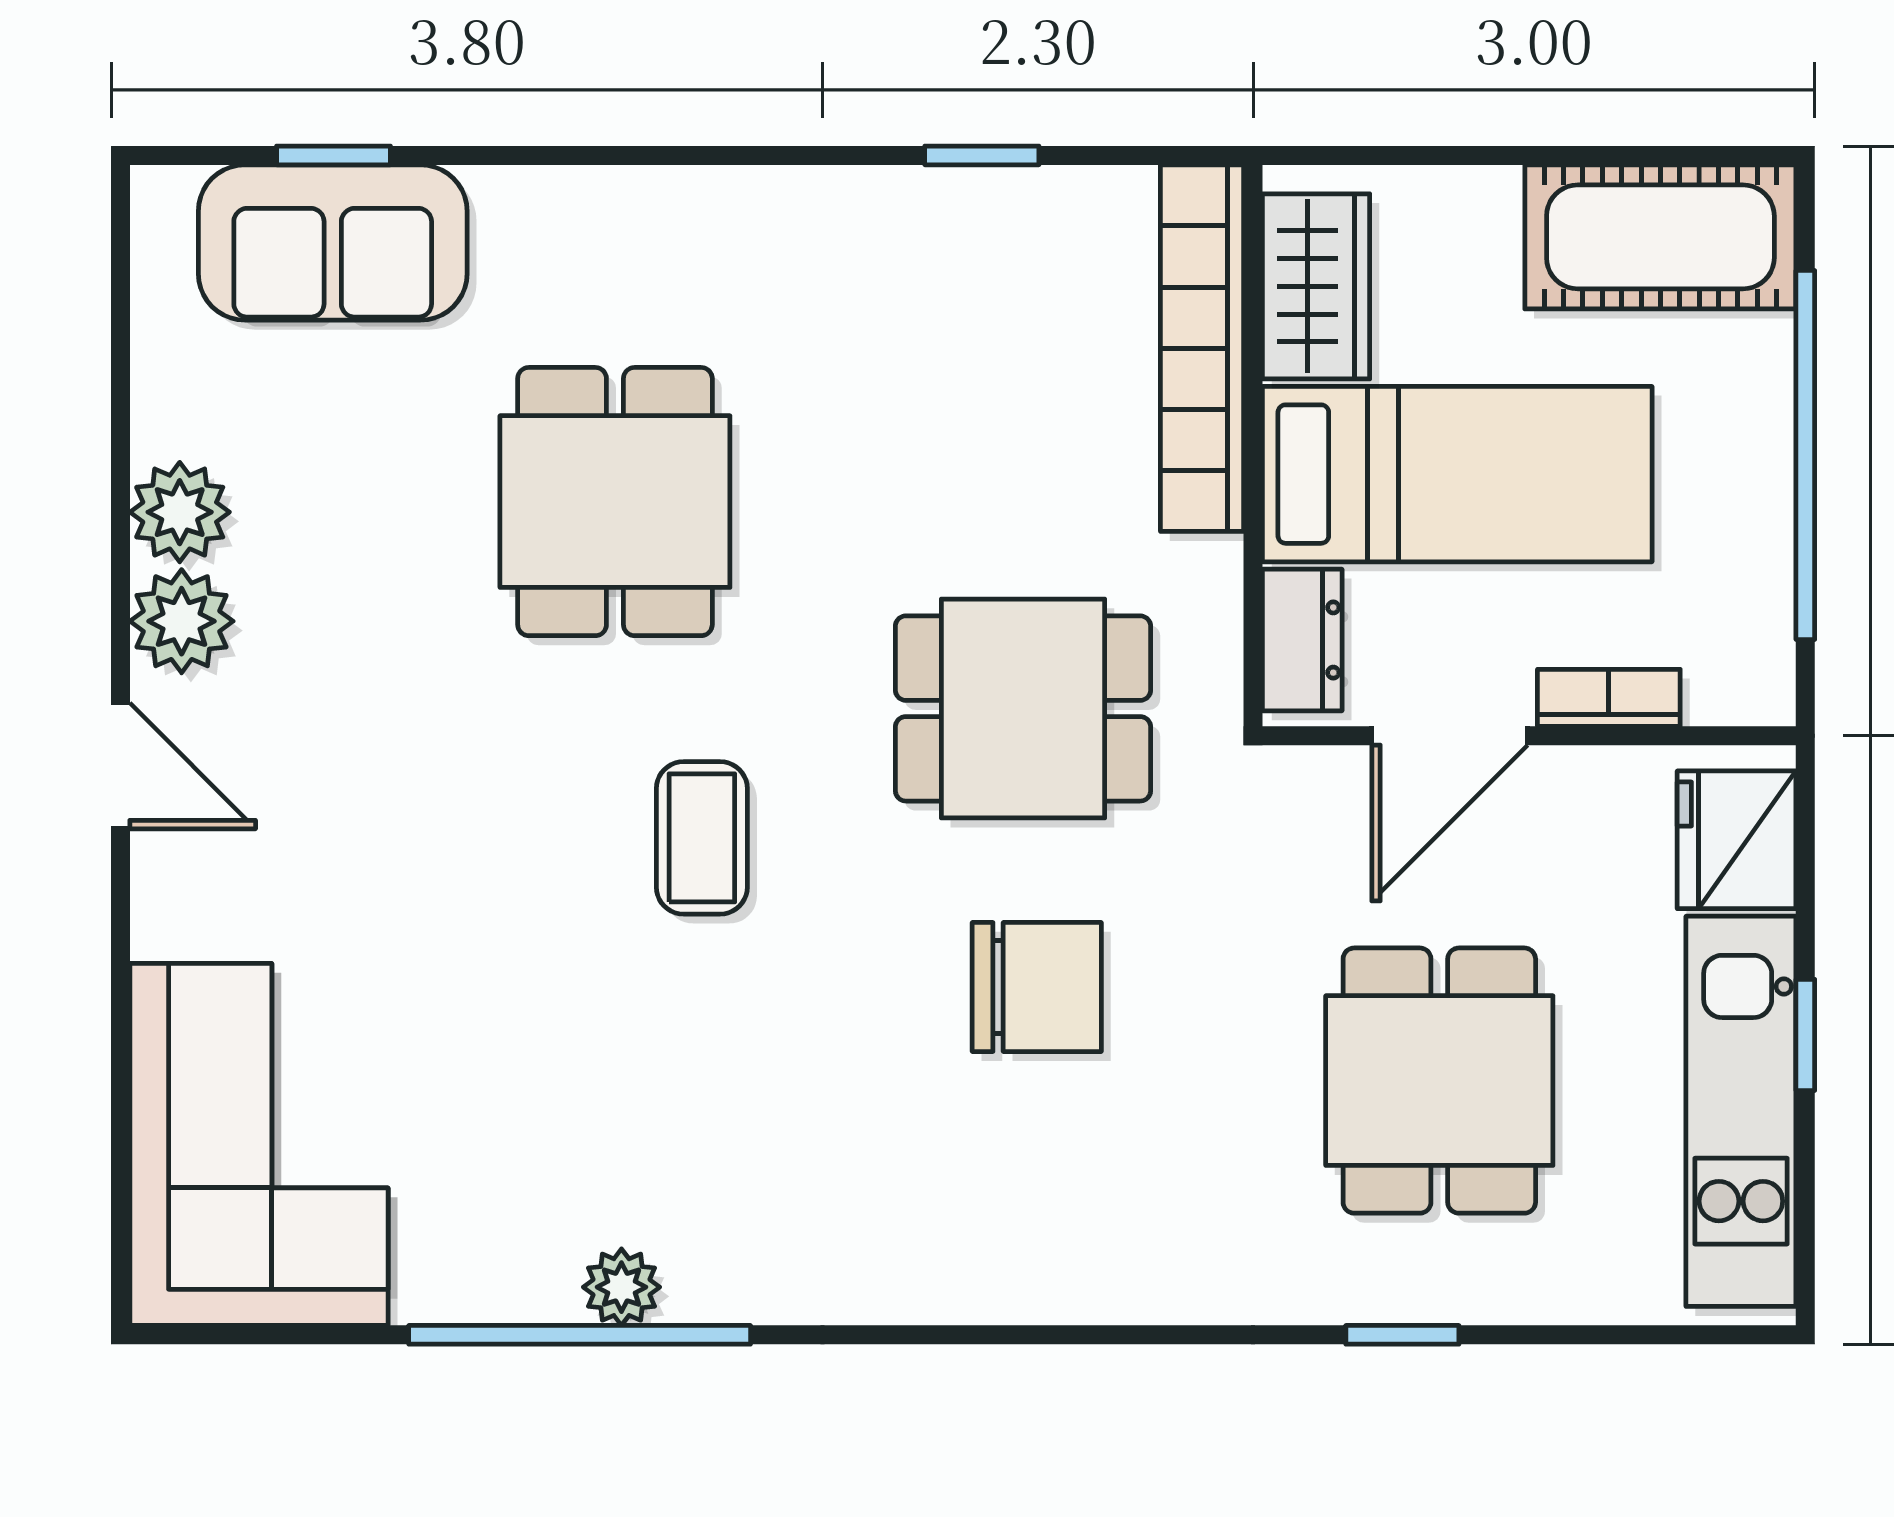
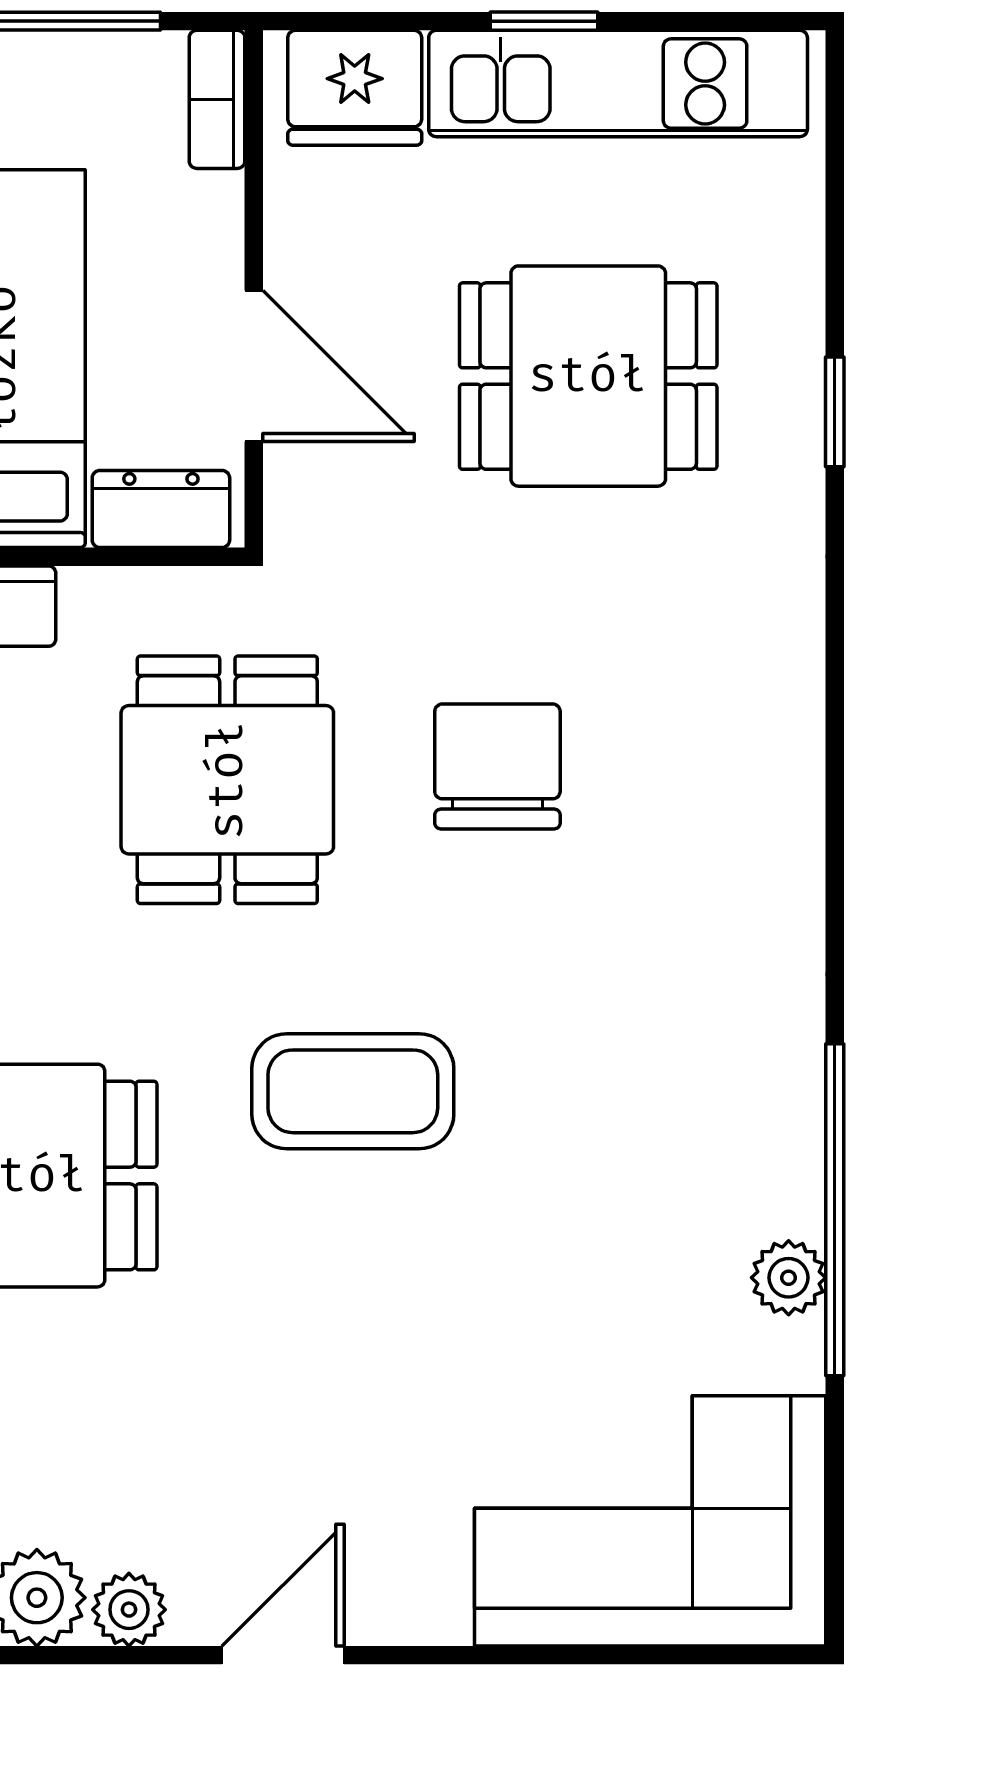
plant: (182, 621) -> (129, 1610), width x0.73, depth x0.73
bookcase: (1609, 698) -> (217, 99), moved
coffee table: (702, 838) -> (353, 1091), width x1.36, depth x1.30
plant: (621, 1287) -> (789, 1278), moved

